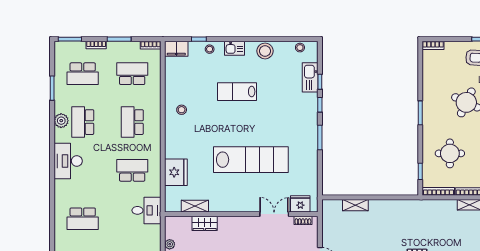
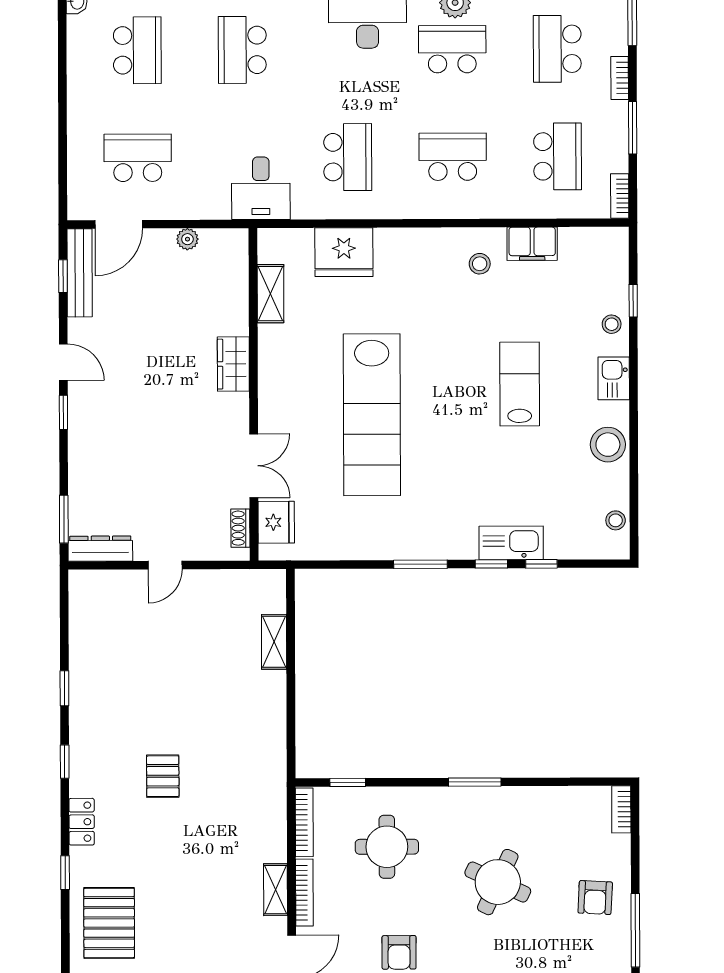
filing cabinet: (176, 49) -> (532, 244), moved, turned -90
kitchen sink: (310, 77) -> (511, 543), moved
wardrobe: (205, 223) -> (233, 364), moved

